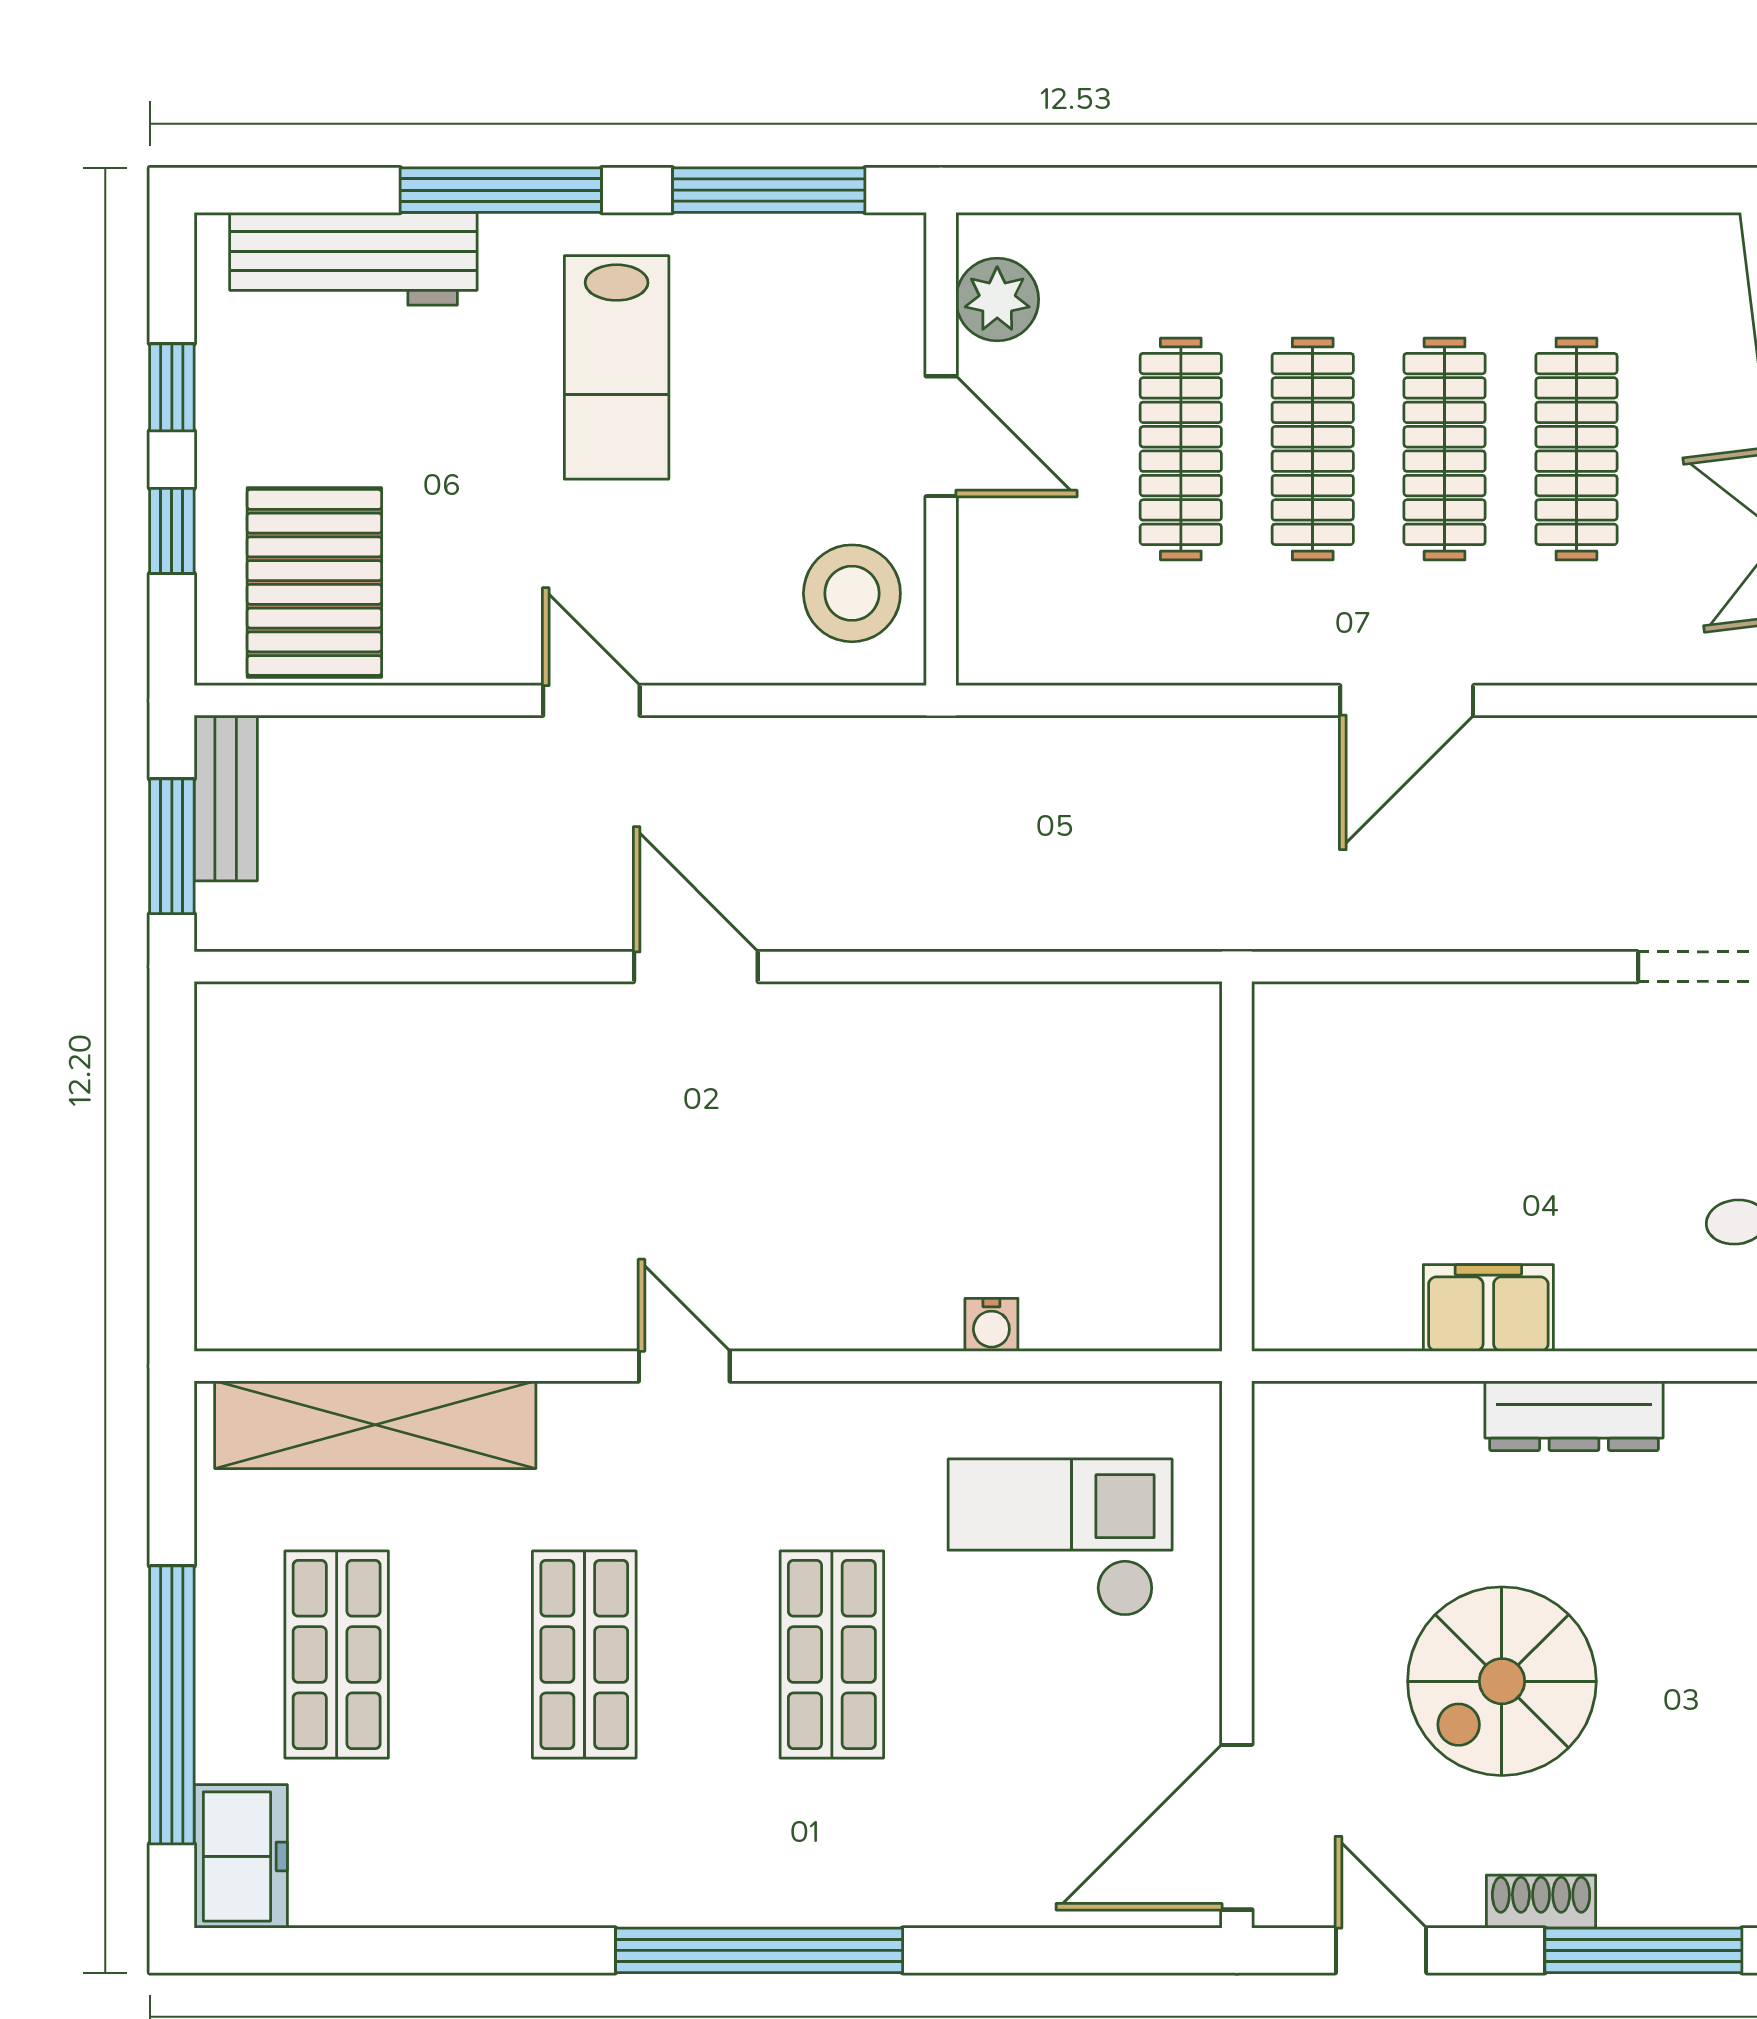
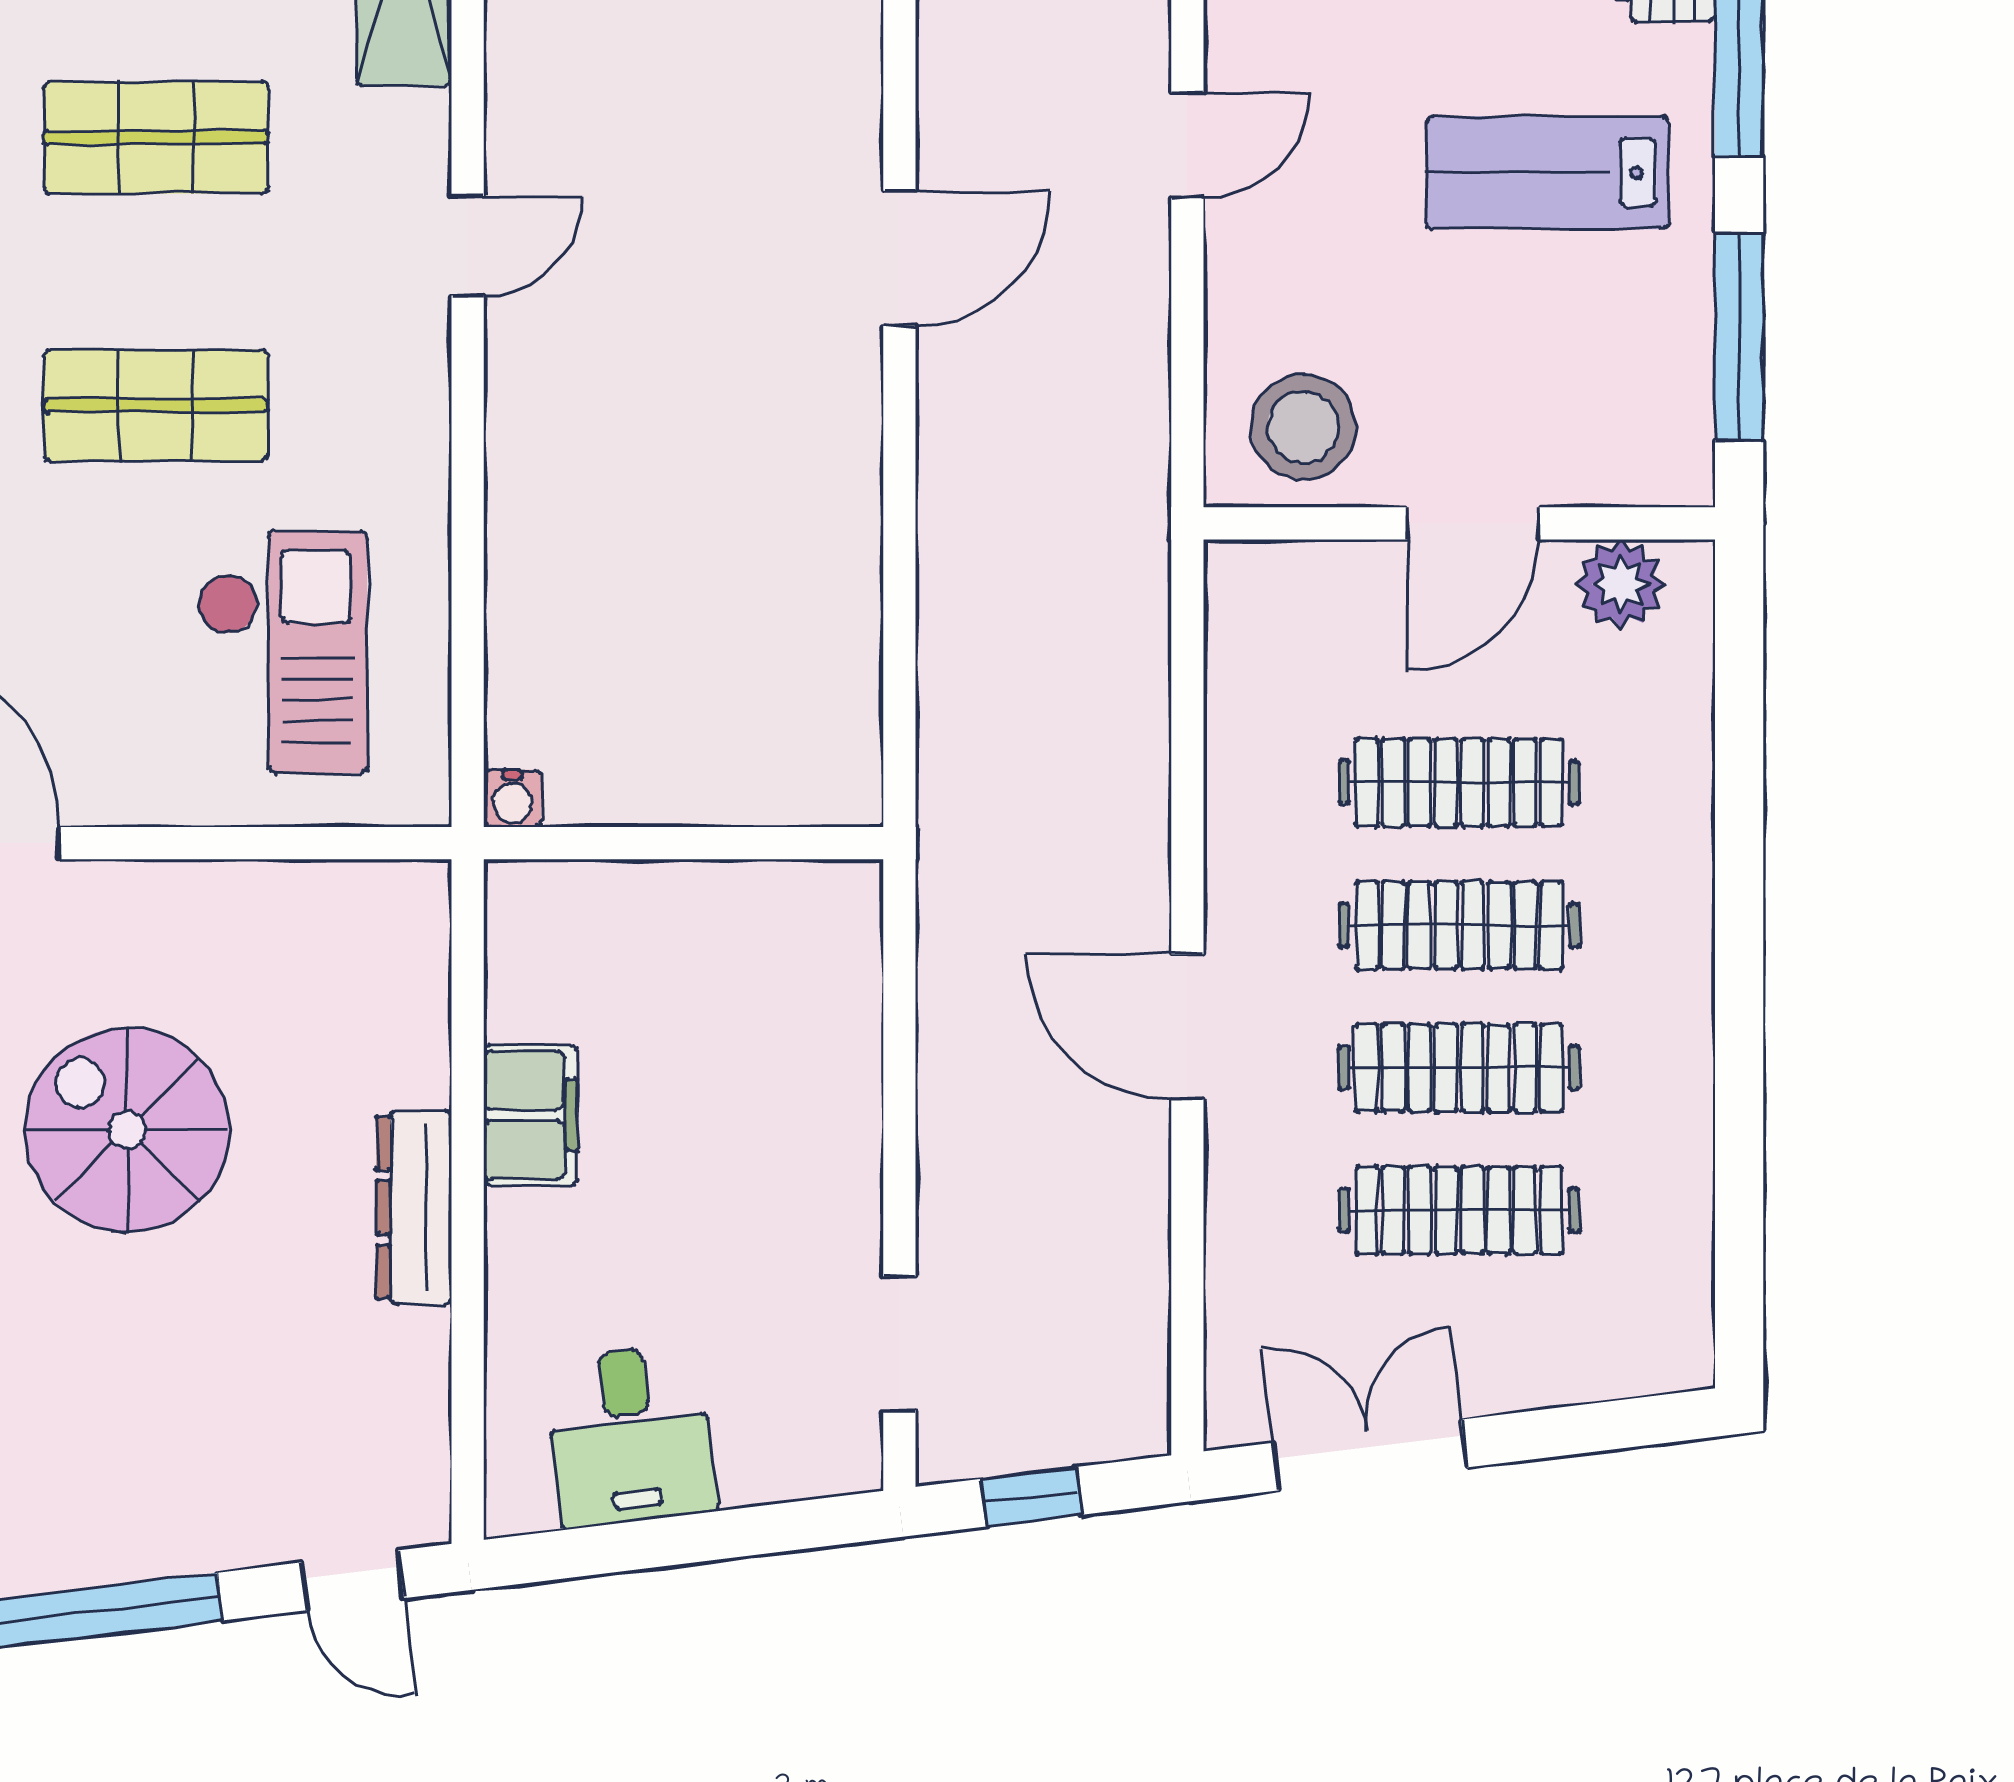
water cooler: (991, 1325) -> (512, 799), moved, turned -90

